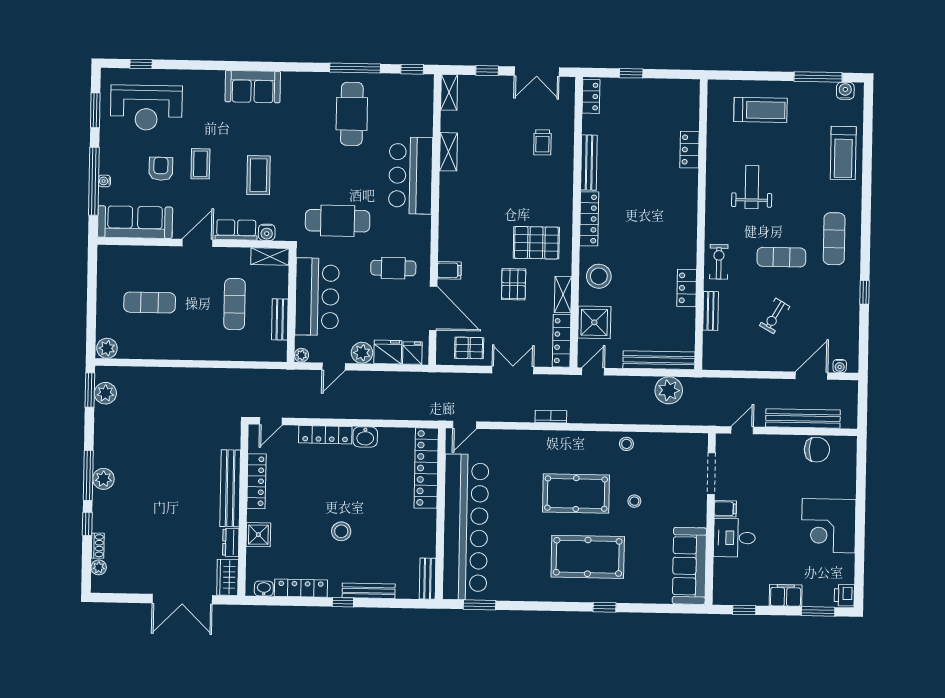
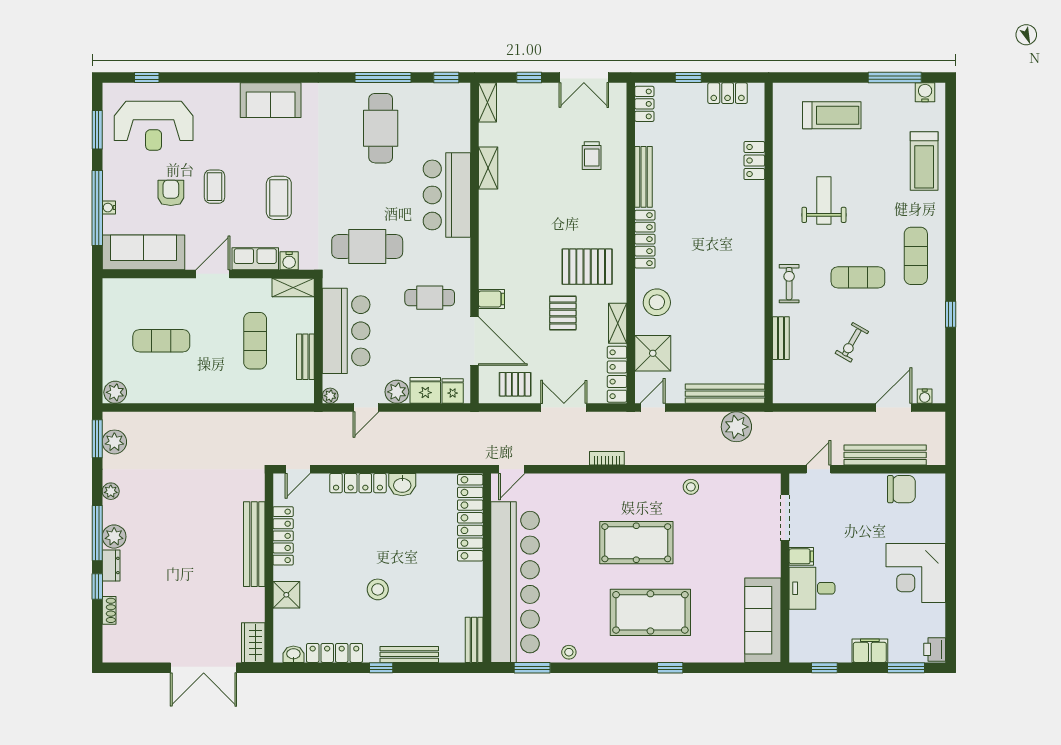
locker: (687, 288) -> (728, 93), moved, turned -90
stool: (634, 501) -> (569, 652), moved
dresser: (231, 542) -> (111, 565), moved, turned 180
plant: (99, 567) -> (111, 491), moved

